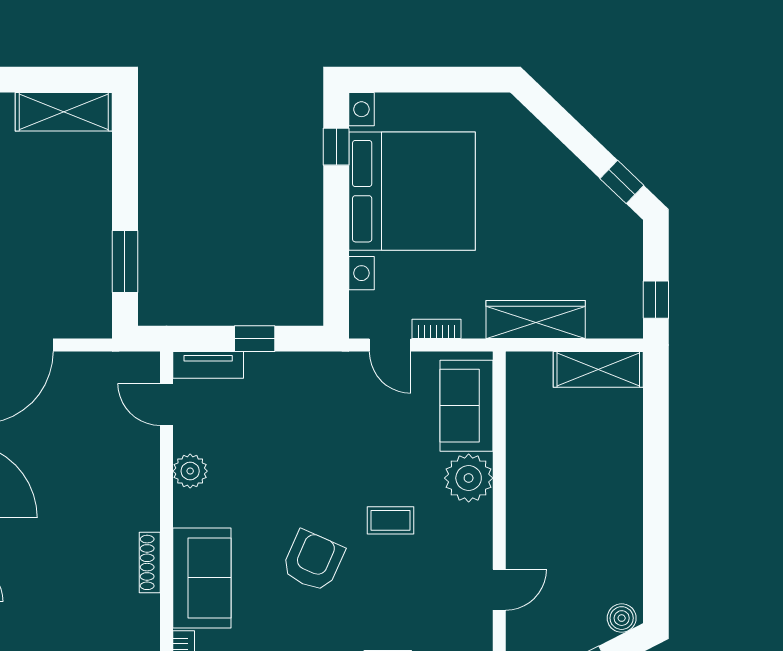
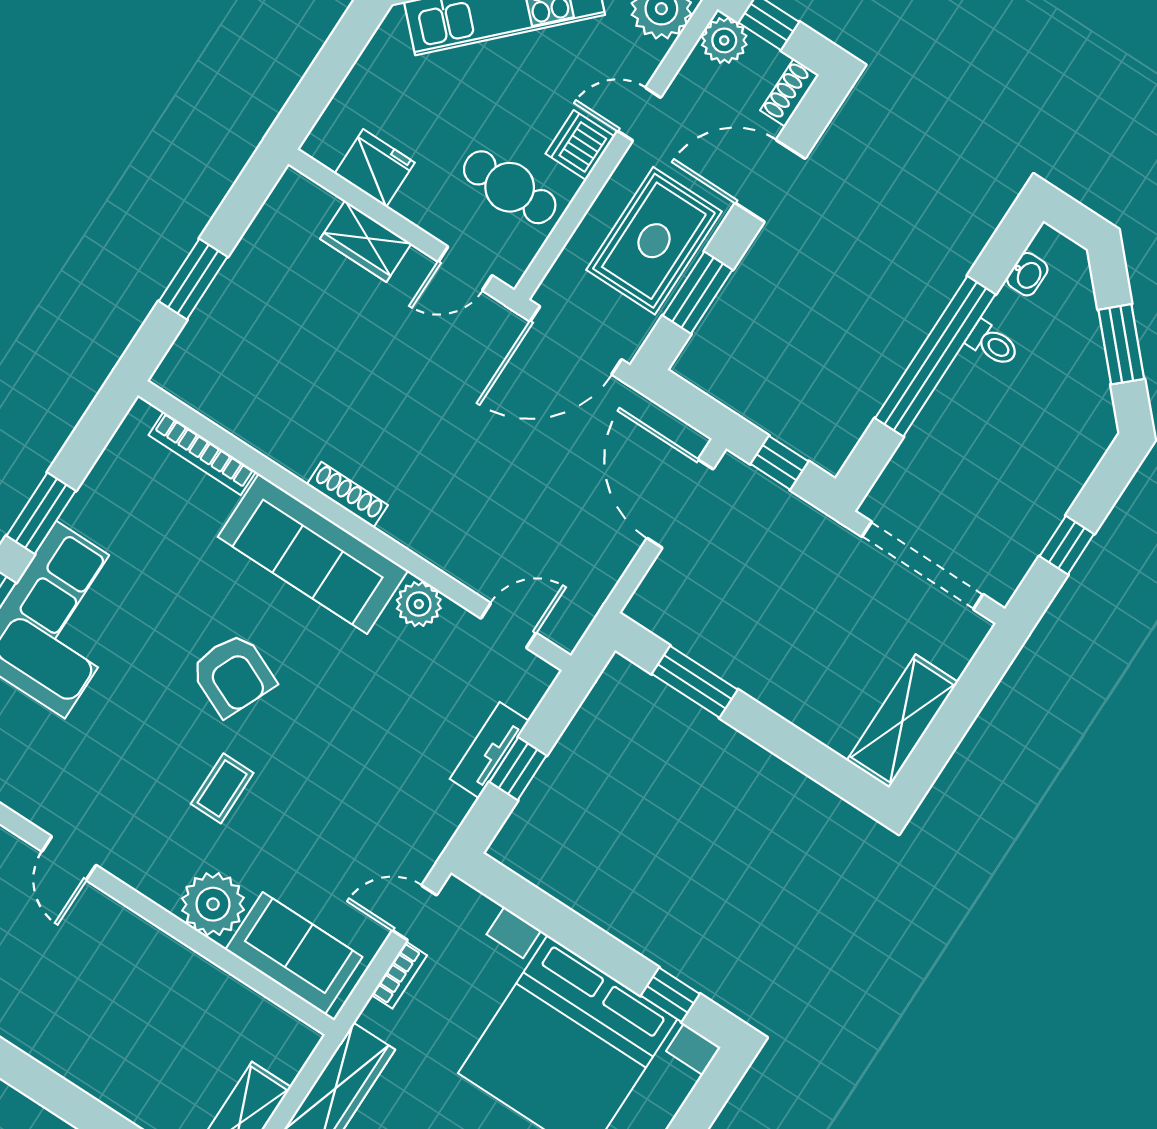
tv unit: (208, 365) -> (489, 750), moved
sofa: (202, 578) -> (313, 554), width x1.36

